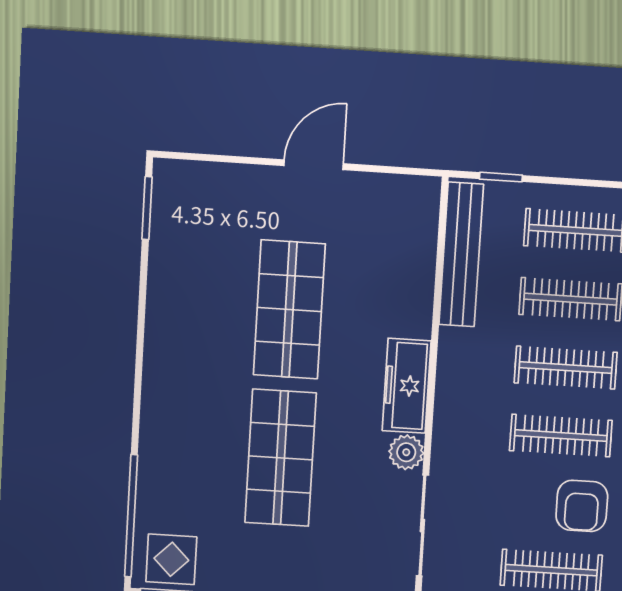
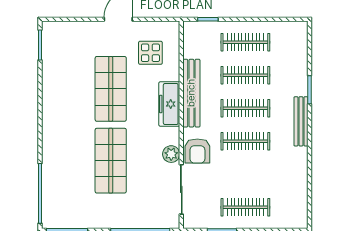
bench: (461, 254) -> (191, 93), moved
freezer: (407, 386) -> (169, 104), moved
armchair: (582, 506) -> (197, 151), moved
display table: (171, 559) -> (150, 53), moved

